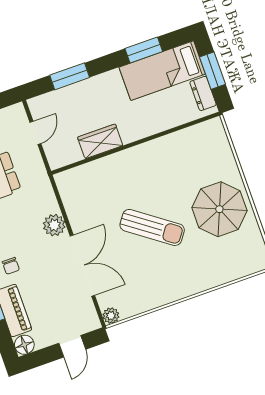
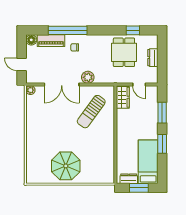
window: (144, 50) -> (162, 144), moved
wardrobe: (100, 141) -> (123, 97), moved
sun lounger: (152, 227) -> (91, 112), moved

